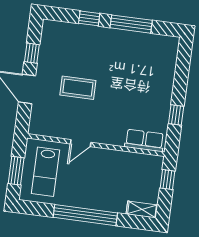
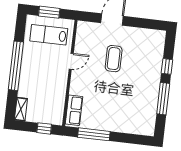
window: (32, 53) -> (140, 23), removed
window: (176, 115) -> (94, 134), width x2.17
door: (81, 143) -> (71, 61), swing flipped

